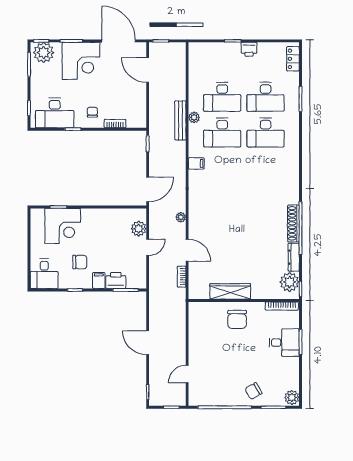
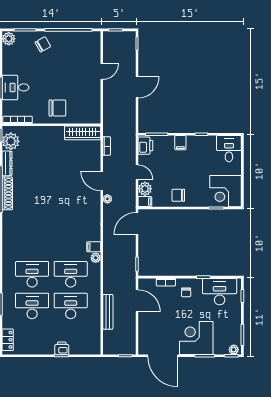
printer: (249, 49) -> (62, 348), moved
plant: (44, 52) -> (234, 350), width x0.53, depth x0.53
door: (148, 70) -> (137, 301), moved
plant: (194, 117) -> (96, 258), moved
bench: (180, 120) -> (108, 312), moved
filing cabinet: (139, 214) -> (145, 202), added
corner desk: (63, 226) -> (226, 191), moved, turned -90
door: (148, 247) -> (137, 172), swing flipped
door: (187, 250) -> (102, 181), moved
chair: (80, 262) -> (178, 195), moved
printer: (116, 280) -> (145, 146), moved, turned -90
wardrobe: (230, 291) -> (83, 133), moved
chair: (237, 319) -> (57, 108), turned 90
door: (148, 343) -> (137, 87), hinge flipped
door: (187, 374) -> (102, 71), moved

